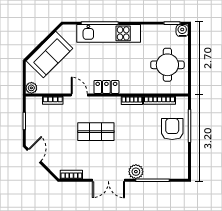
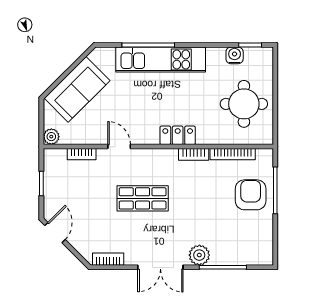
water cooler: (182, 30) -> (235, 55), moved
locker: (106, 87) -> (178, 135), moved

